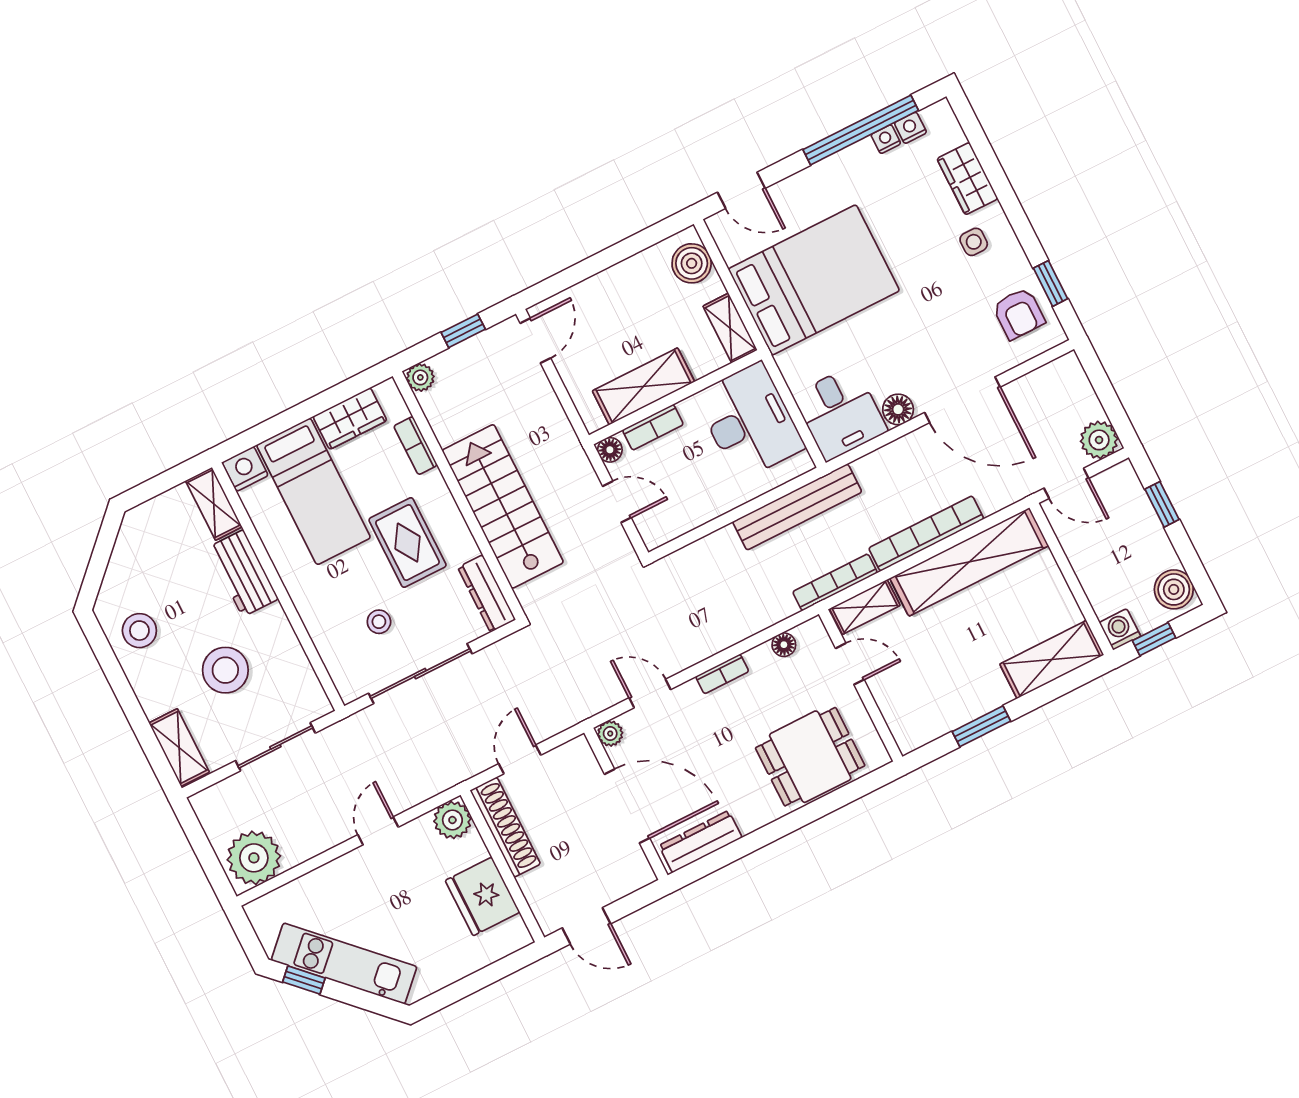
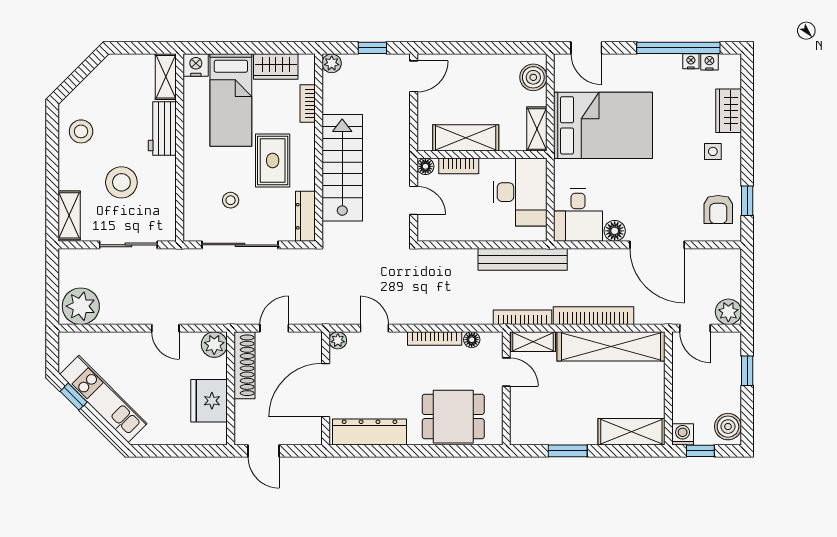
bookcase: (722, 674) -> (435, 339), width x1.56
door: (627, 806) -> (326, 390), swing flipped
door: (378, 831) -> (165, 328), swing flipped
dresser: (701, 842) -> (370, 432), width x1.37, depth x1.24

